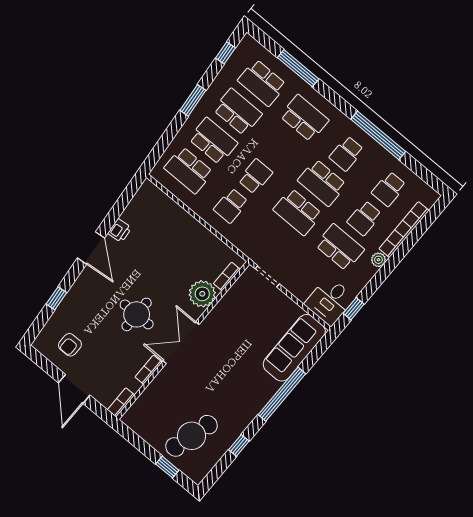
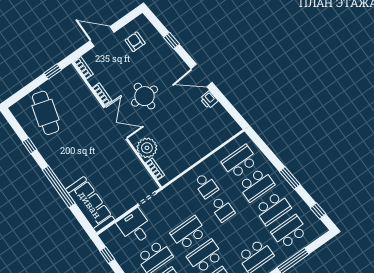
school desk: (231, 206) -> (206, 186), turned 180
desk: (330, 301) -> (135, 227), moved
window: (167, 467) -> (53, 71), moved

